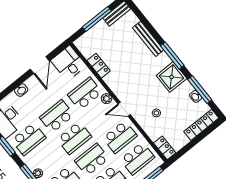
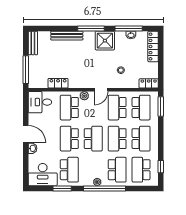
window: (97, 19) -> (26, 70), moved
door: (40, 65) -> (26, 134), moved
school desk: (120, 137) -> (117, 108), turned 180

